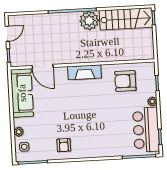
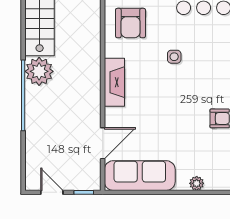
side table: (24, 147) -> (174, 57), moved

